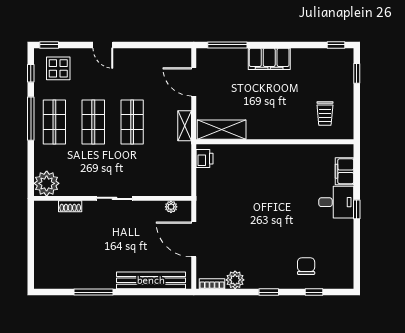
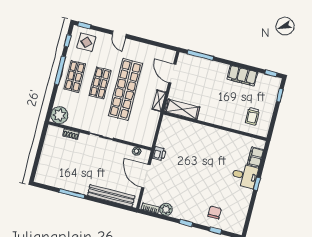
filing cabinet: (269, 59) -> (242, 76), moved
shop shelf: (132, 122) -> (125, 89), width x2.00, depth x1.36
printer: (204, 159) -> (159, 154), moved

